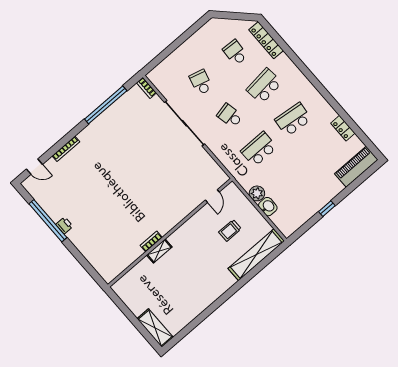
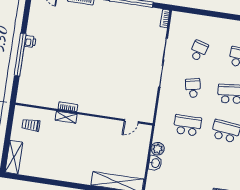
window: (48, 221) -> (20, 55), moved
trolley: (230, 230) -> (31, 125), moved

